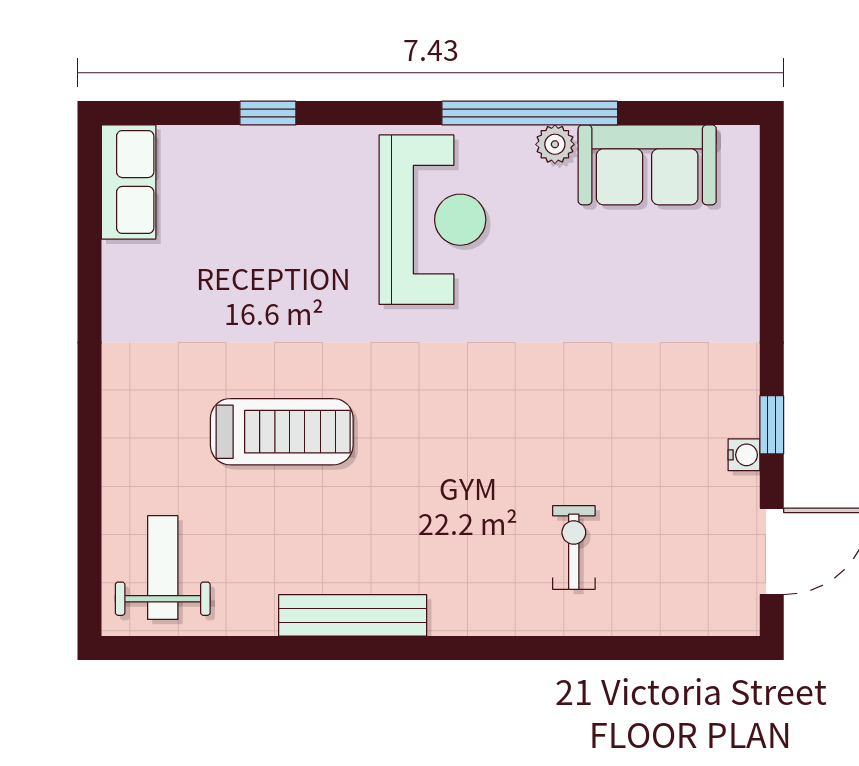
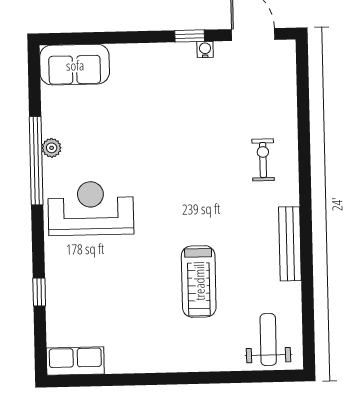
sofa: (647, 165) -> (75, 65), moved, turned 90
treadmill: (282, 432) -> (199, 281), turned 180
exercise bike: (574, 548) -> (263, 160), moved, turned 90
weight bench: (163, 568) -> (268, 340), turned 90

